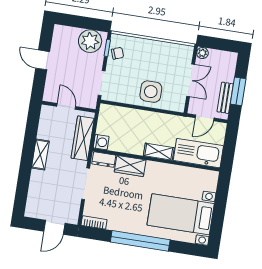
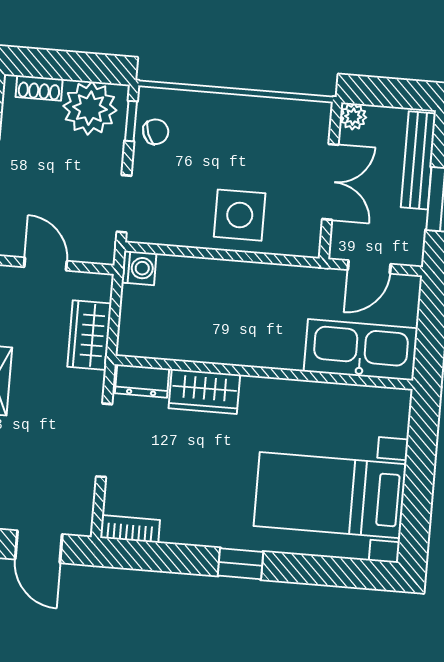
shoe rack: (69, 31) -> (39, 88), added
bench: (225, 98) -> (418, 160), moved, width x1.36
wardrobe: (83, 138) -> (89, 335), width x0.67
washing machine: (101, 142) -> (139, 268), moved
shelving: (159, 152) -> (268, 353), removed
door: (54, 227) -> (39, 547), hinge flipped
window: (140, 241) -> (240, 564), width x0.32

